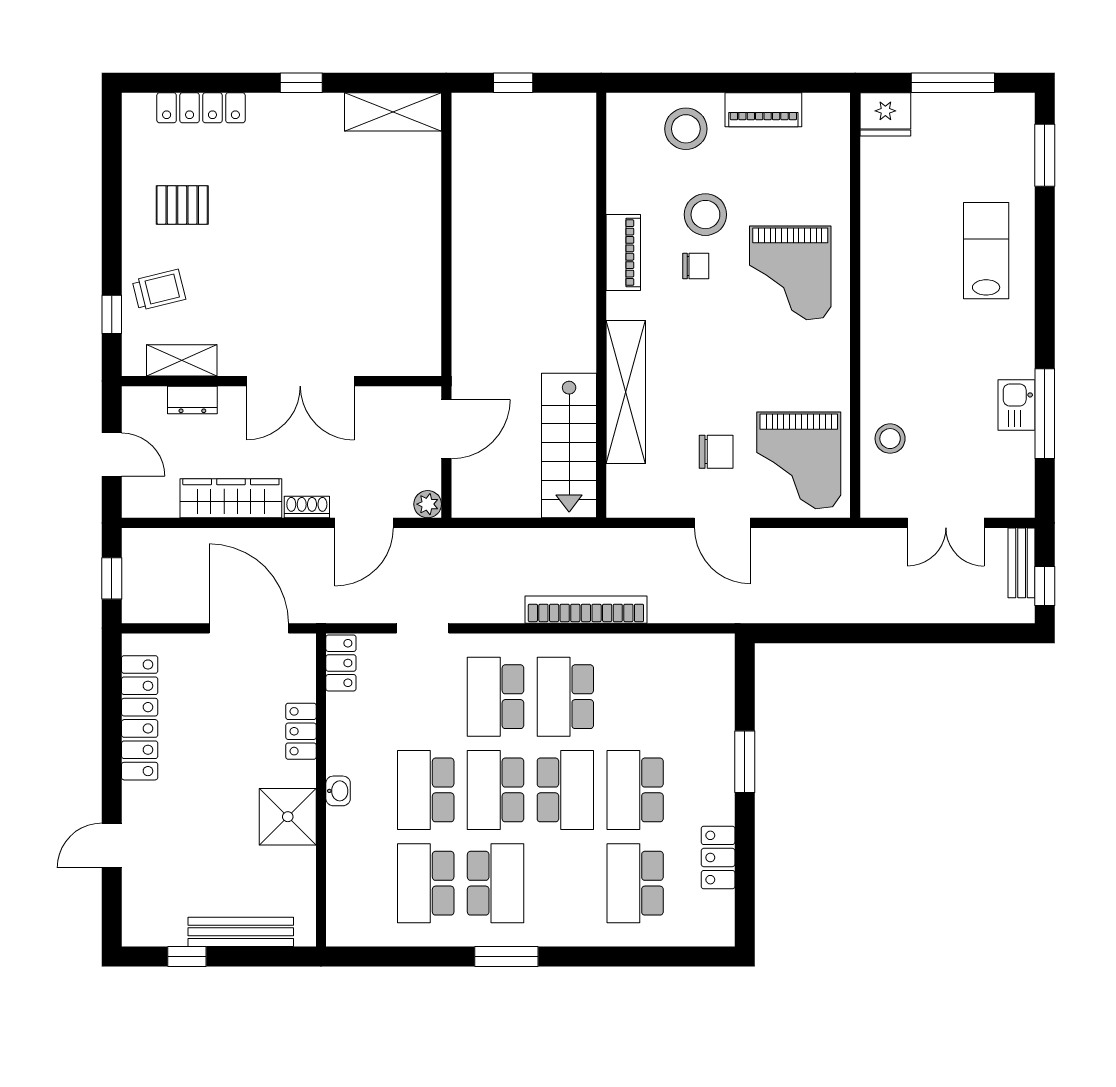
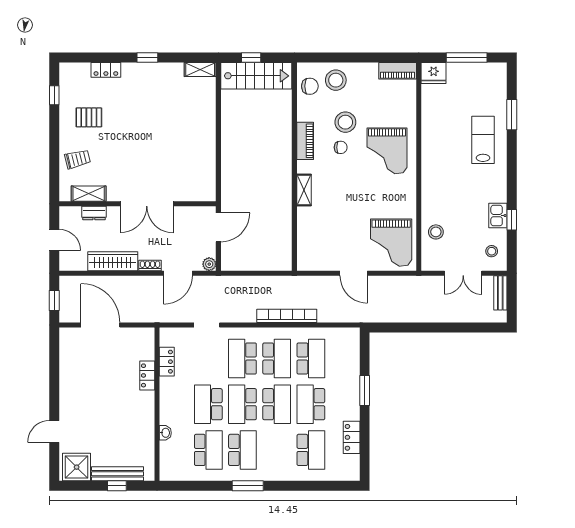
locker: (201, 108) -> (106, 70), width x0.66
piano: (763, 110) -> (398, 71), moved
shelving: (393, 112) -> (200, 69), width x0.67, depth x0.75
window: (1045, 155) -> (512, 115), moved
window: (112, 314) -> (54, 95), moved
shelving: (626, 392) -> (304, 190), width x0.45, depth x0.75
window: (1045, 414) -> (512, 220), width x0.46
stairs: (569, 446) -> (256, 76), moved, turned -90
chair: (716, 452) -> (310, 86), moved
stool: (1004, 478) -> (492, 251), added
window: (1045, 586) -> (512, 304), removed
door: (249, 628) -> (100, 325), moved
locker: (341, 663) -> (167, 362), moved
school desk: (565, 697) -> (277, 358), turned 180
school desk: (635, 697) -> (311, 358), added
locker: (140, 718) -> (68, 369), removed
washbasin: (338, 791) -> (165, 433), moved
shower: (288, 817) -> (77, 467), moved
school desk: (426, 883) -> (208, 450), turned 180
school desk: (635, 883) -> (311, 450), turned 180
window: (187, 956) -> (117, 486), moved

